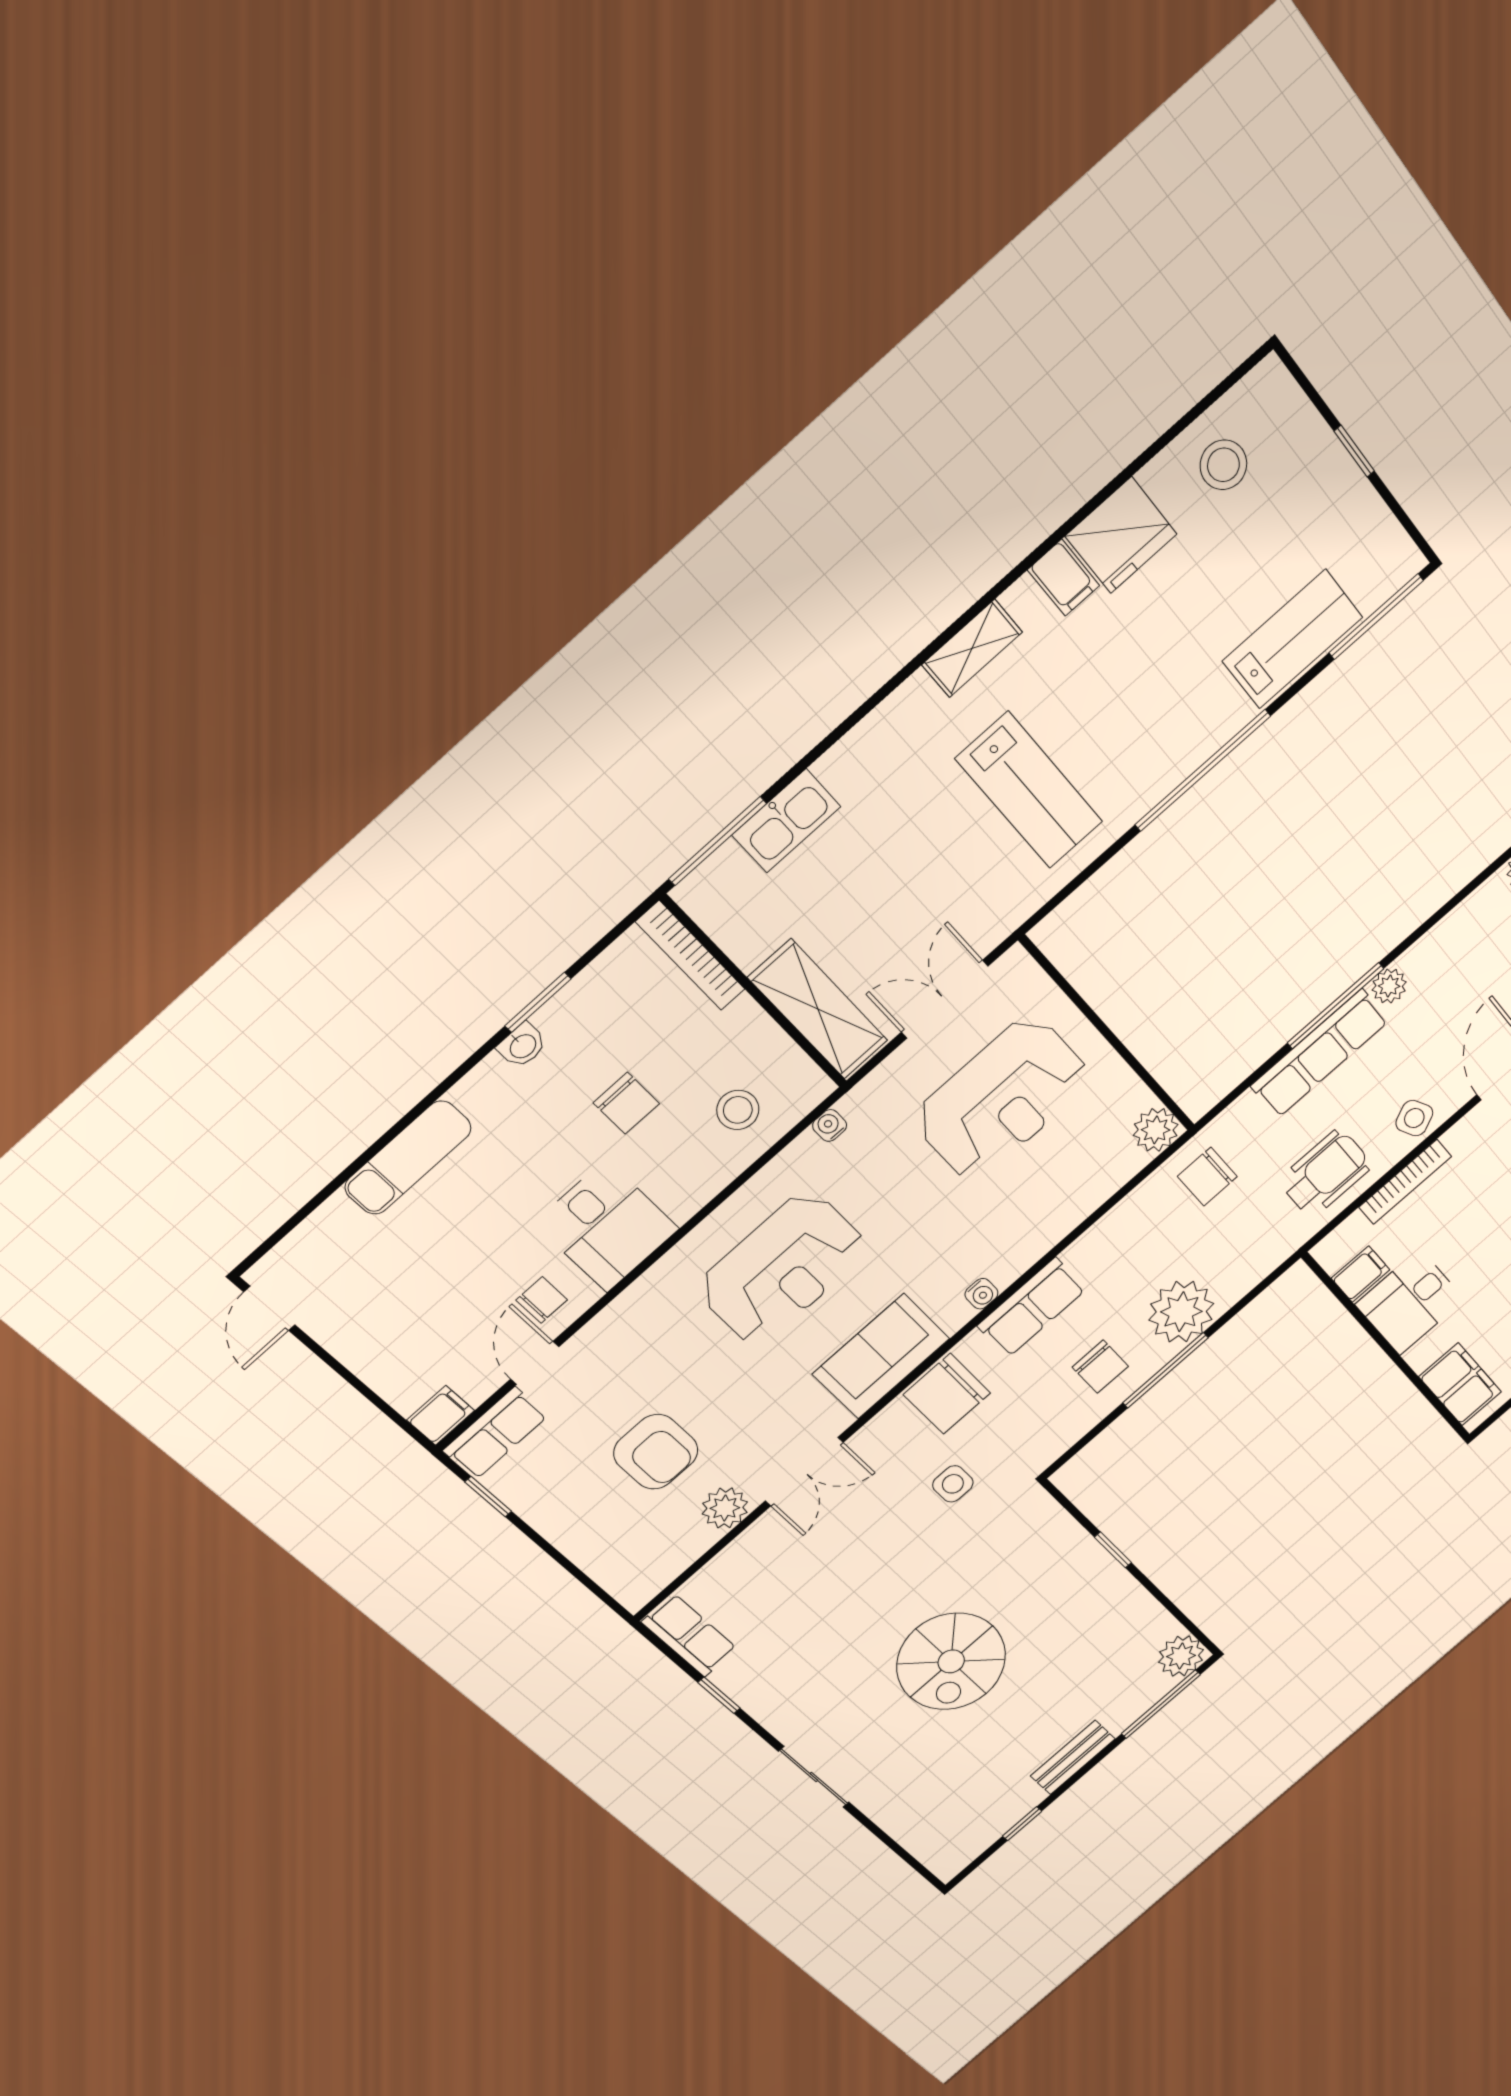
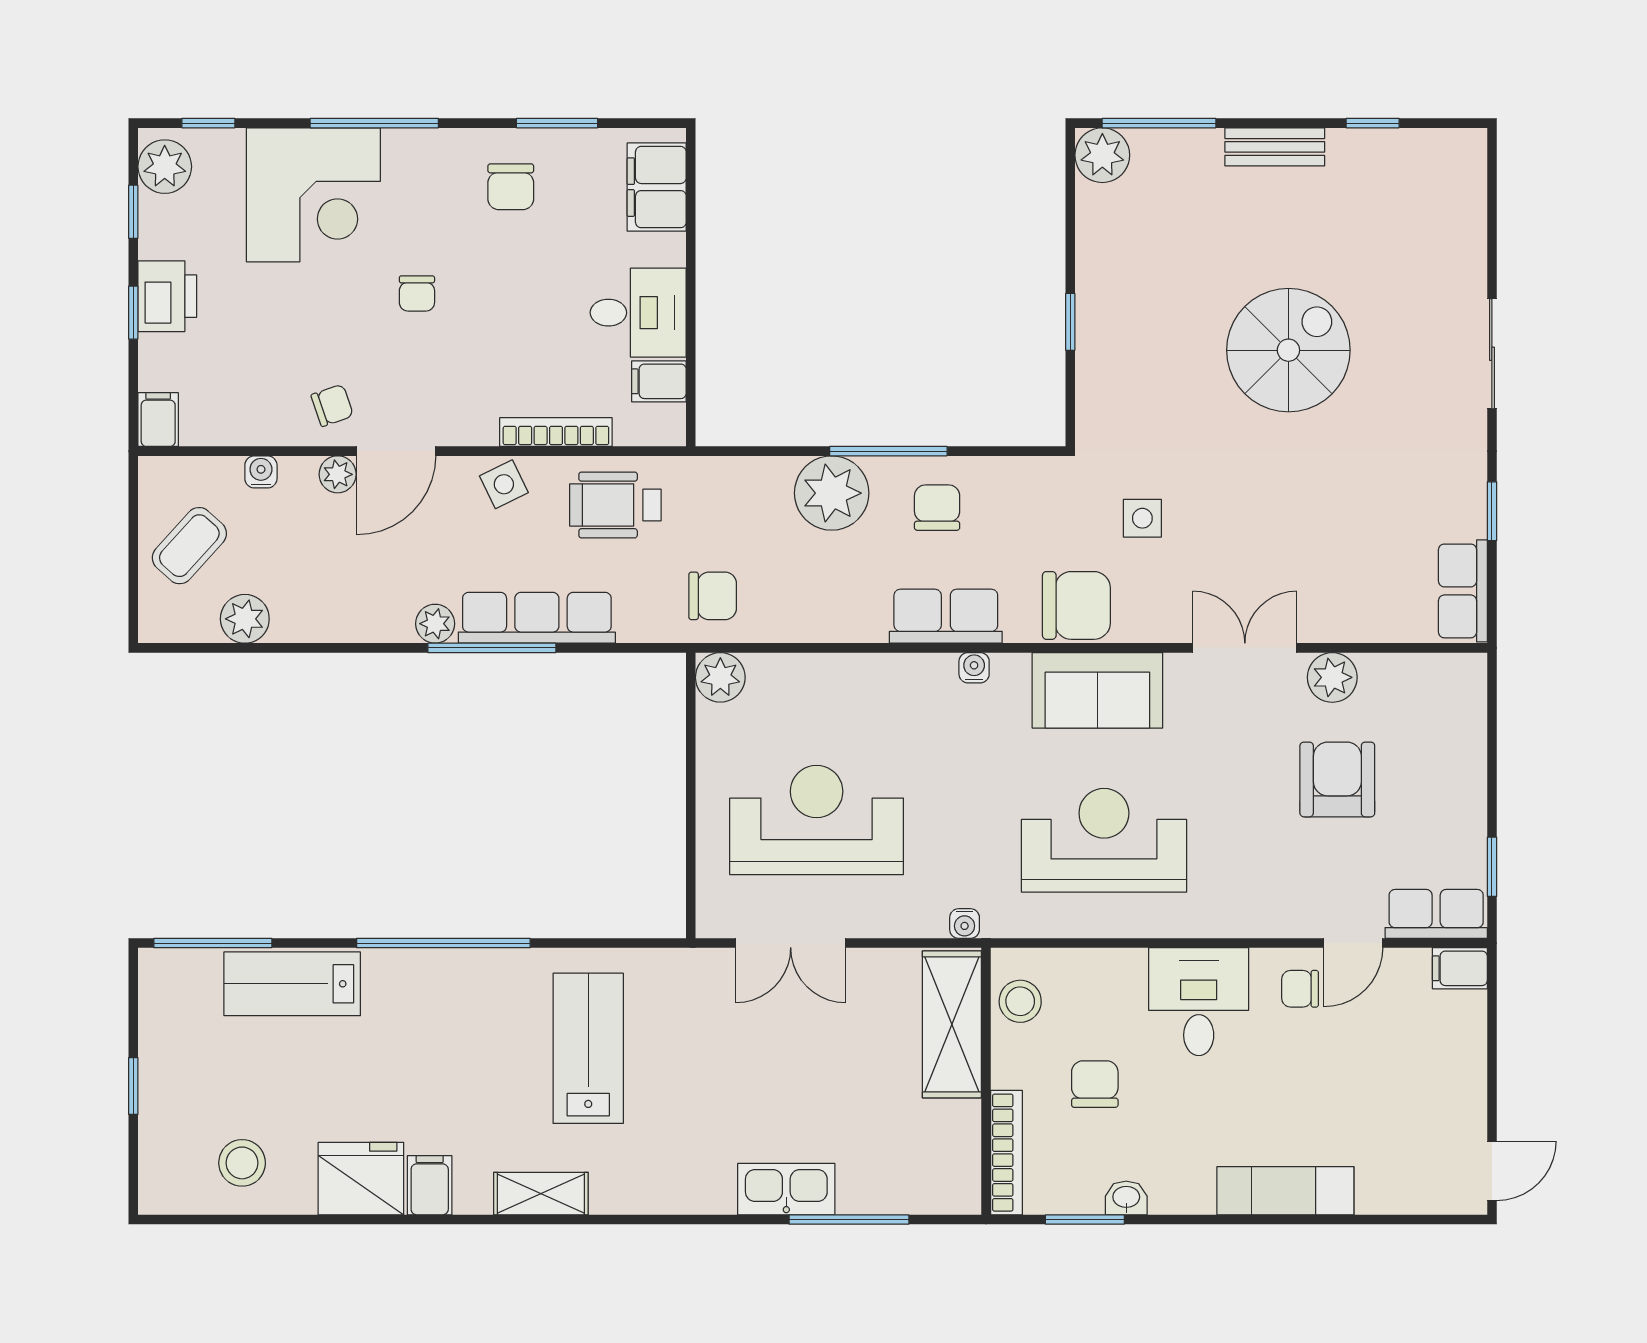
bookcase: (690, 956) -> (1007, 1153), moved
wall: (755, 992) -> (986, 1081), moved
shelving: (818, 1009) -> (952, 1024), moved

